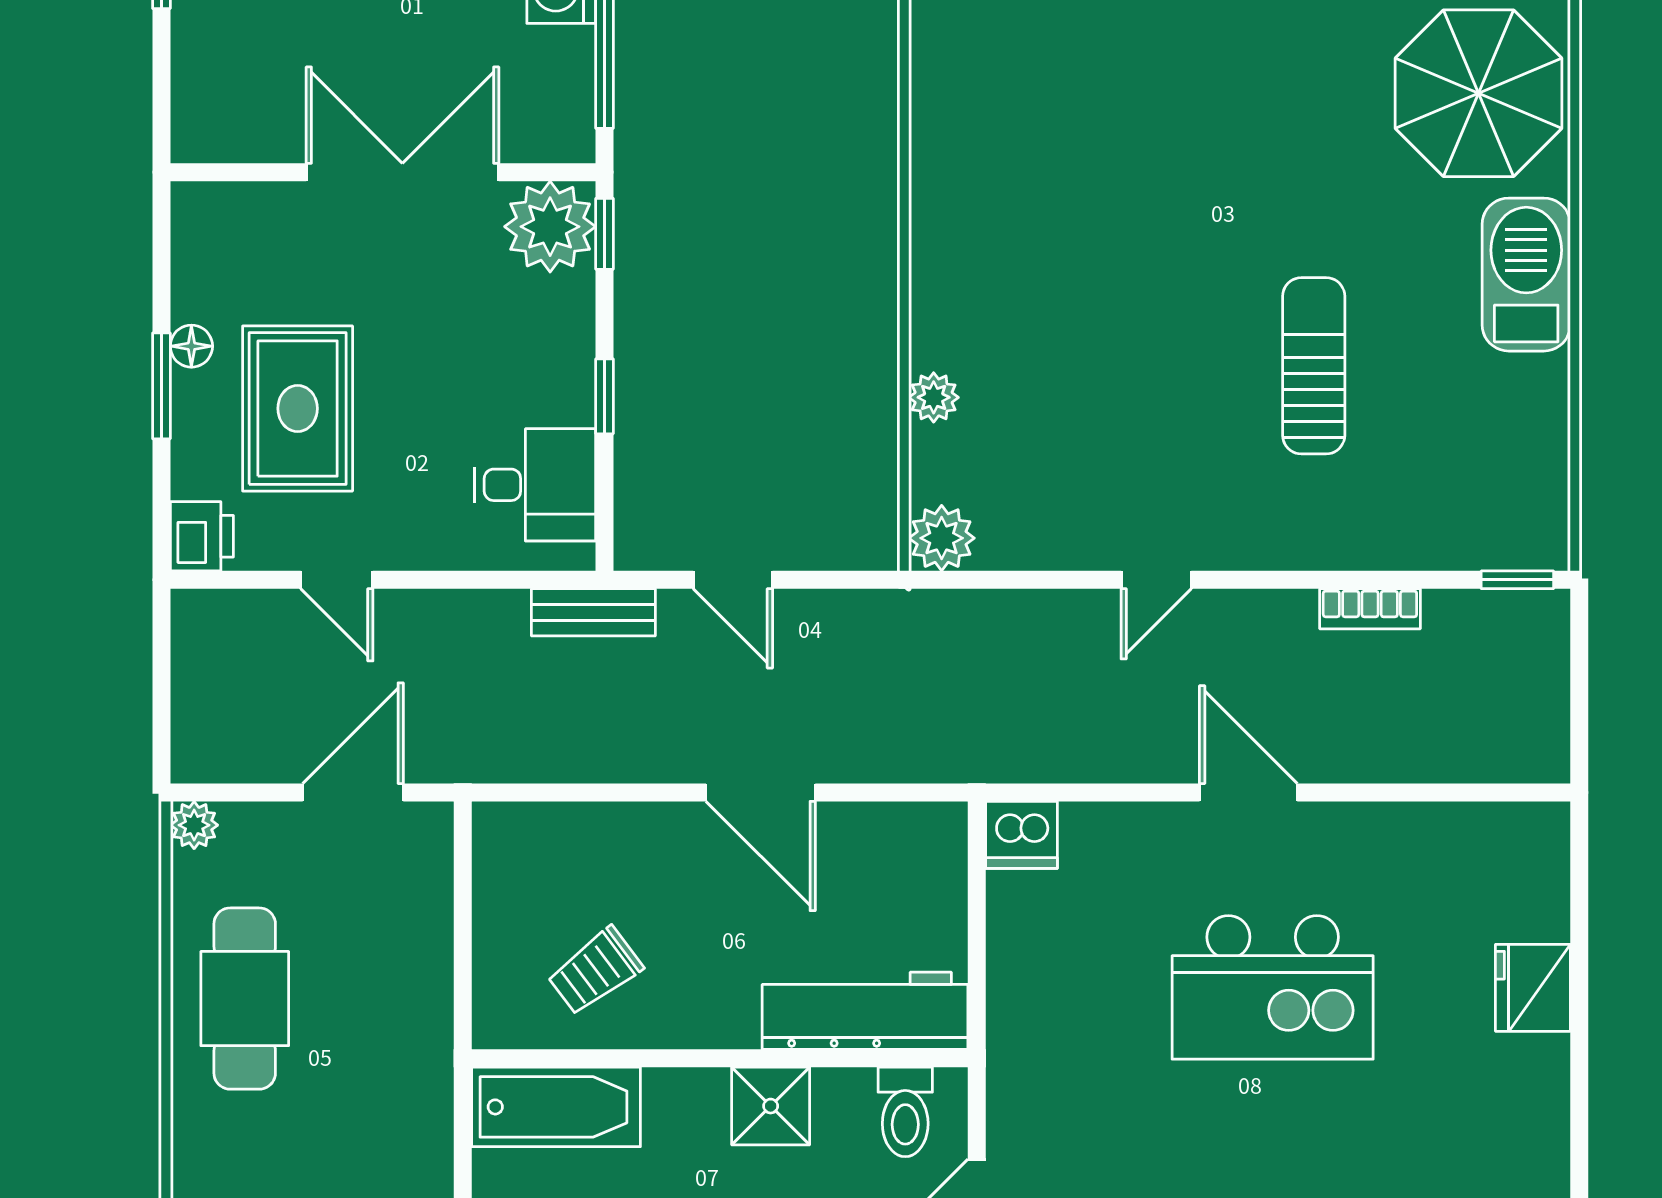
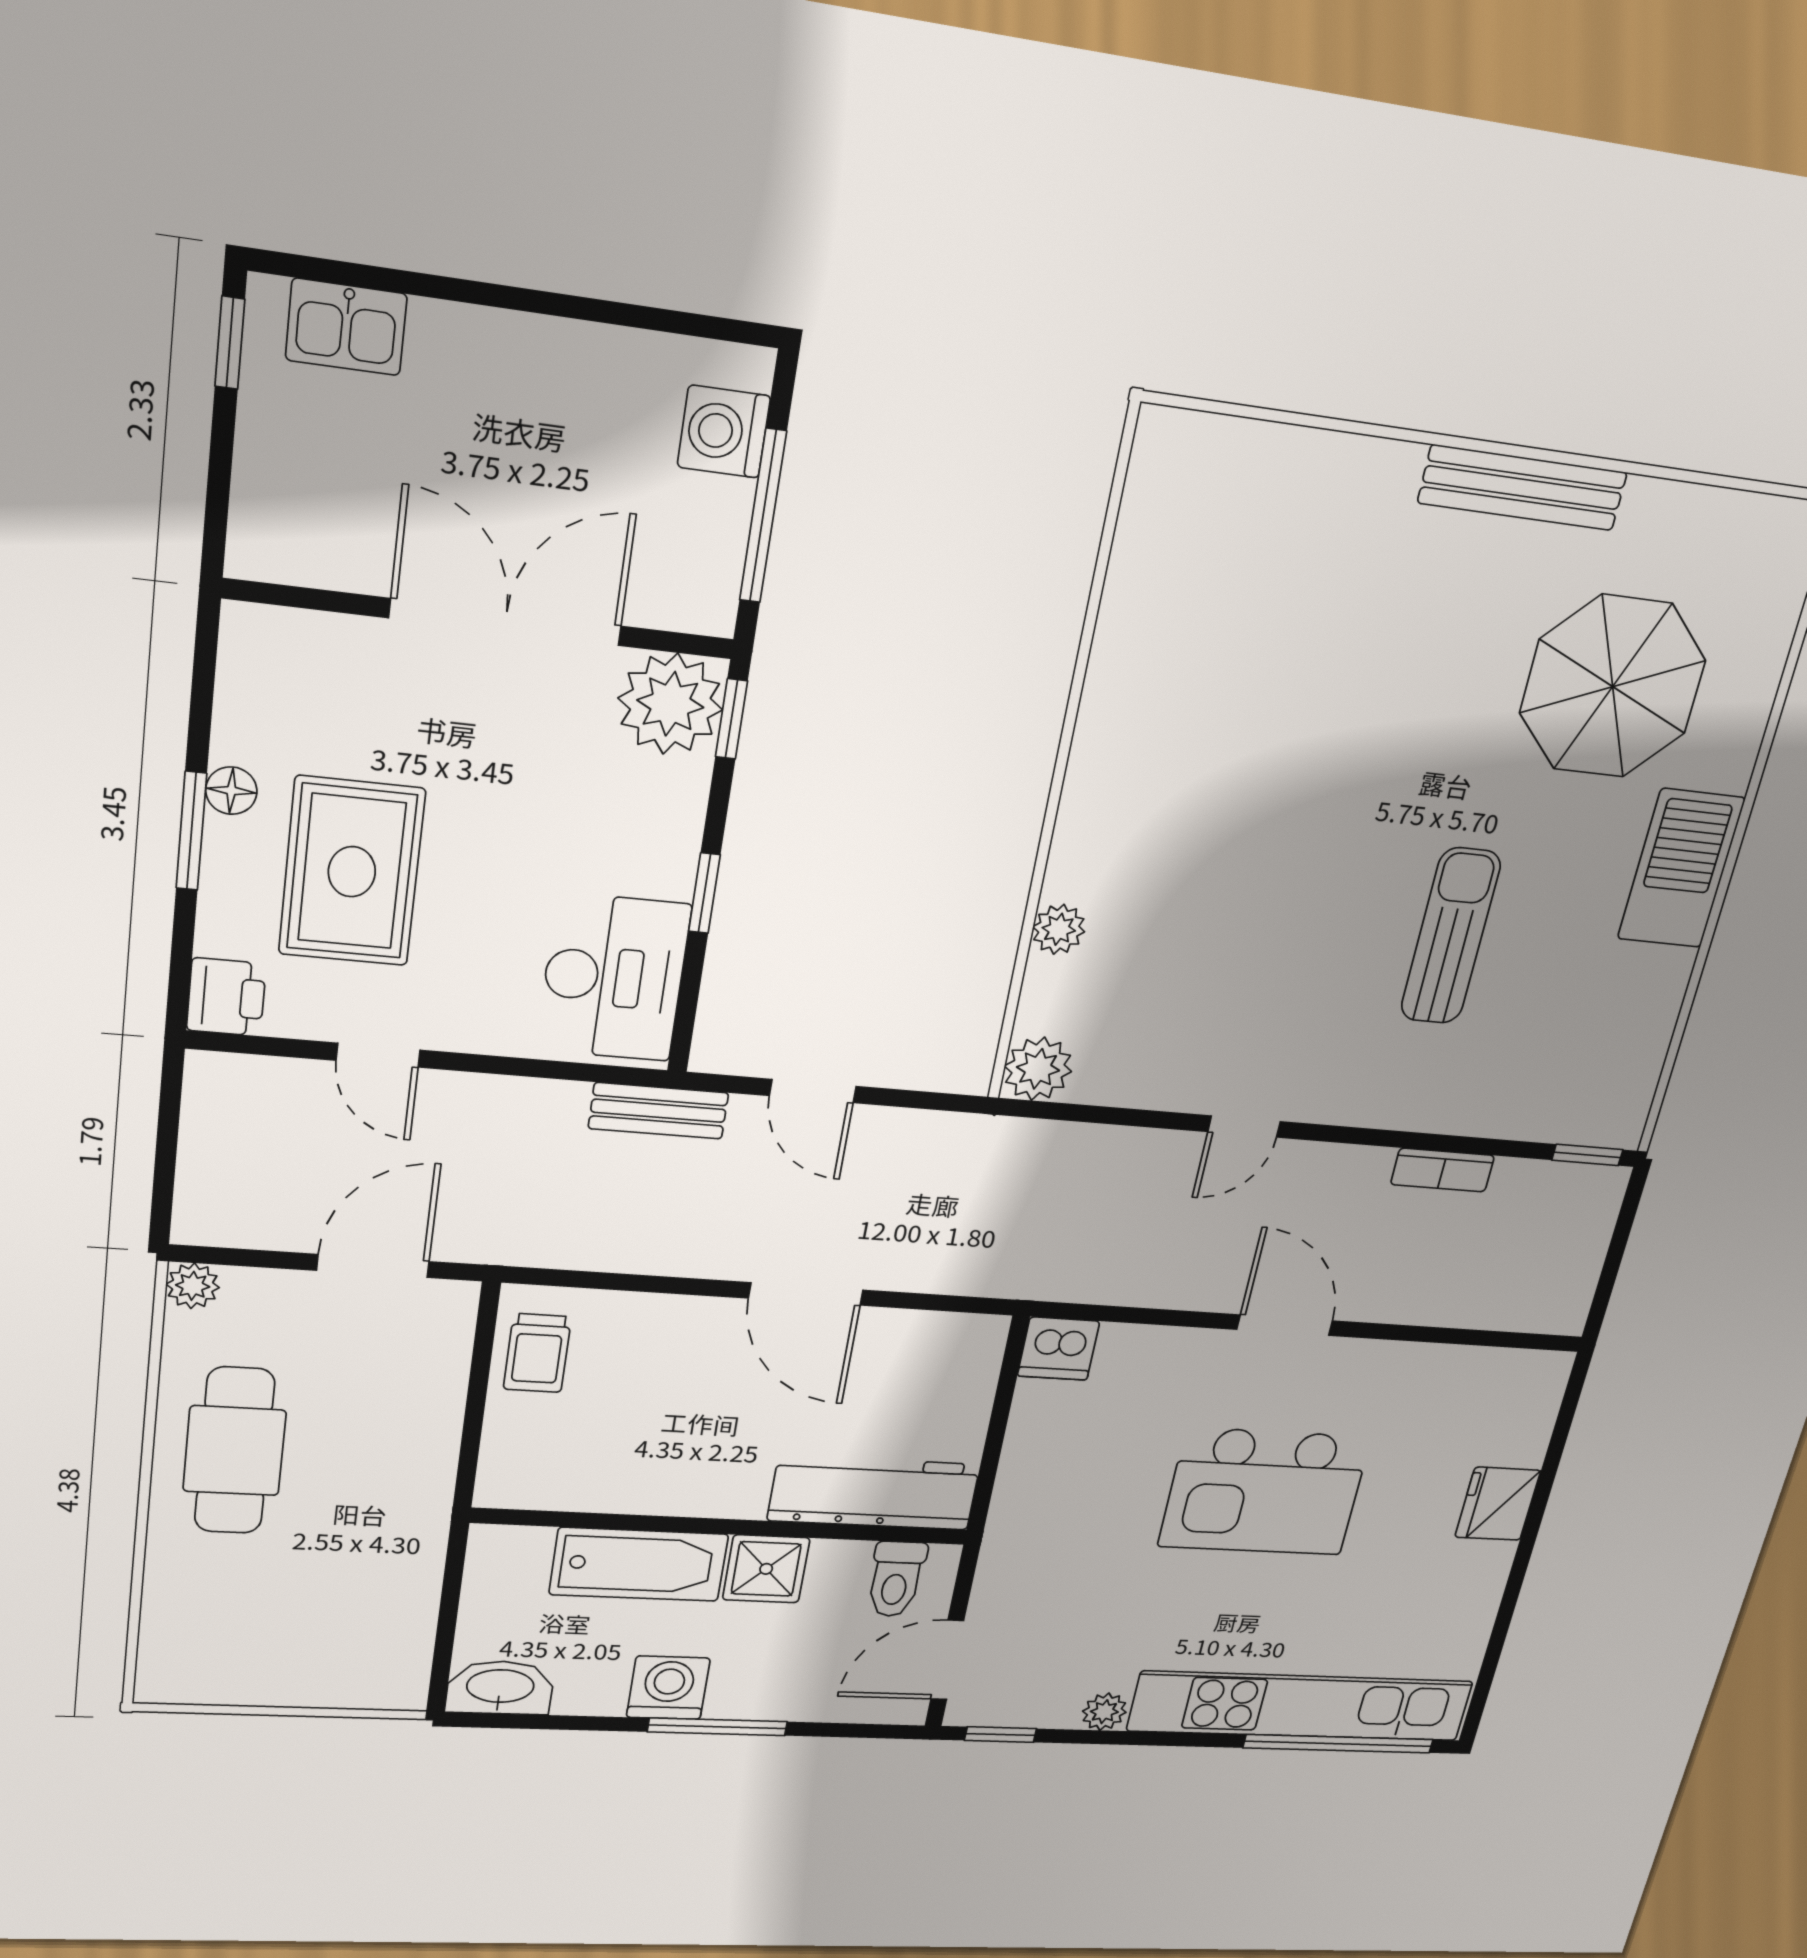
parasol: (1479, 93) -> (1613, 687), moved
desk: (535, 485) -> (614, 978), width x1.37
trolley: (595, 971) -> (537, 1353), moved, turned -53
bathtub: (556, 1107) -> (639, 1564), moved

